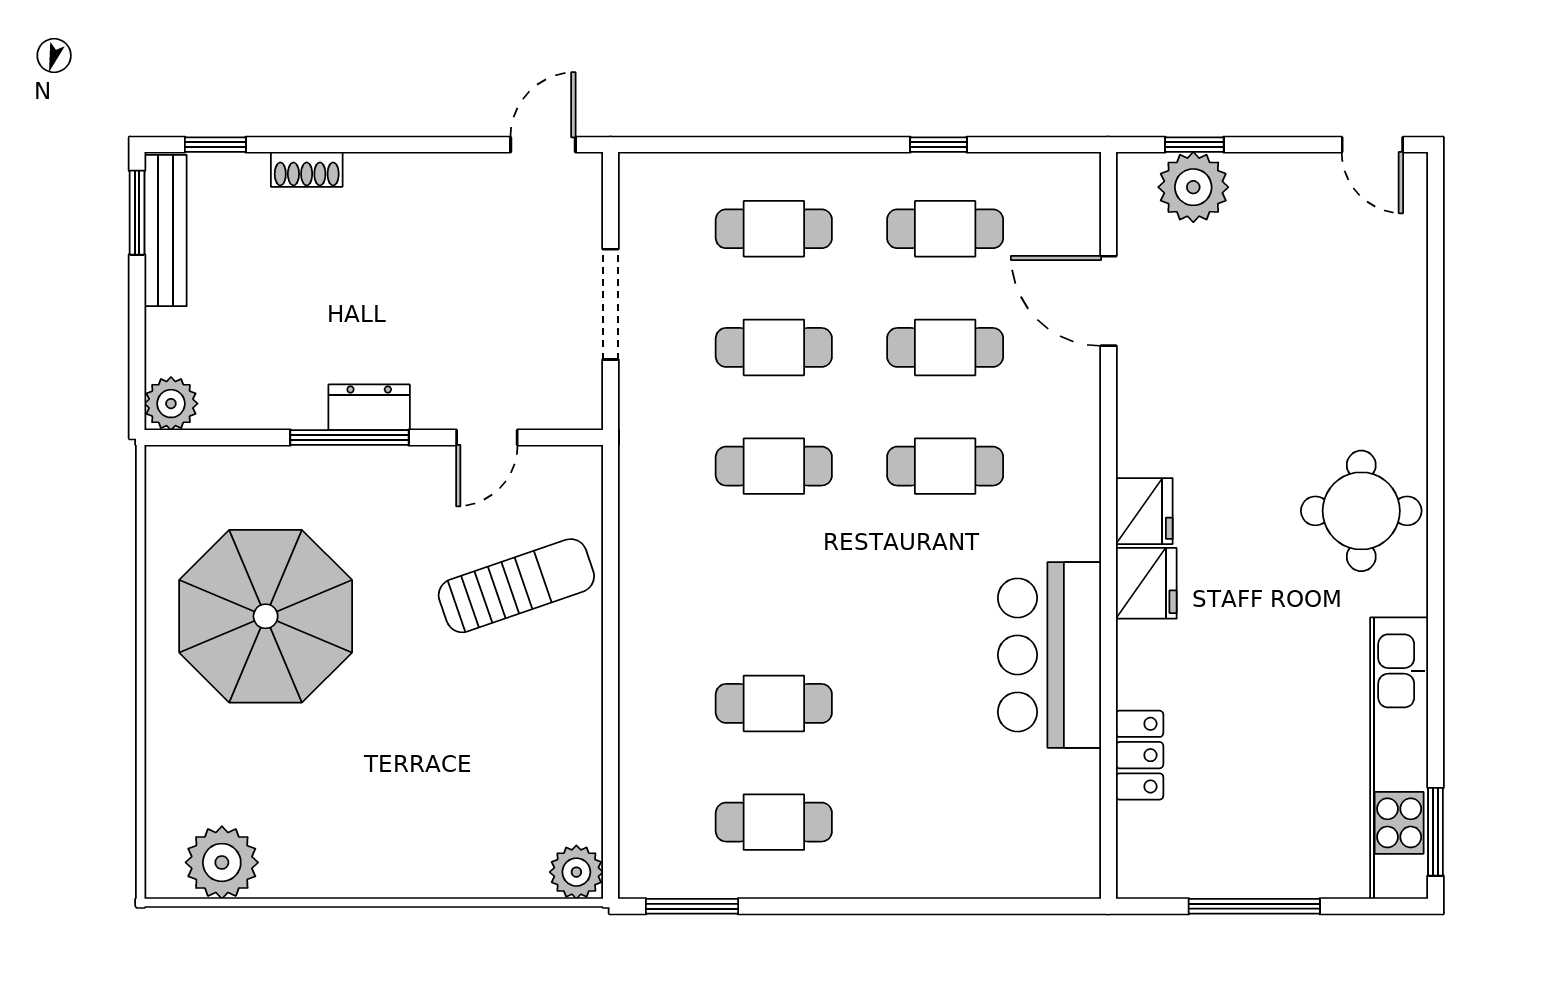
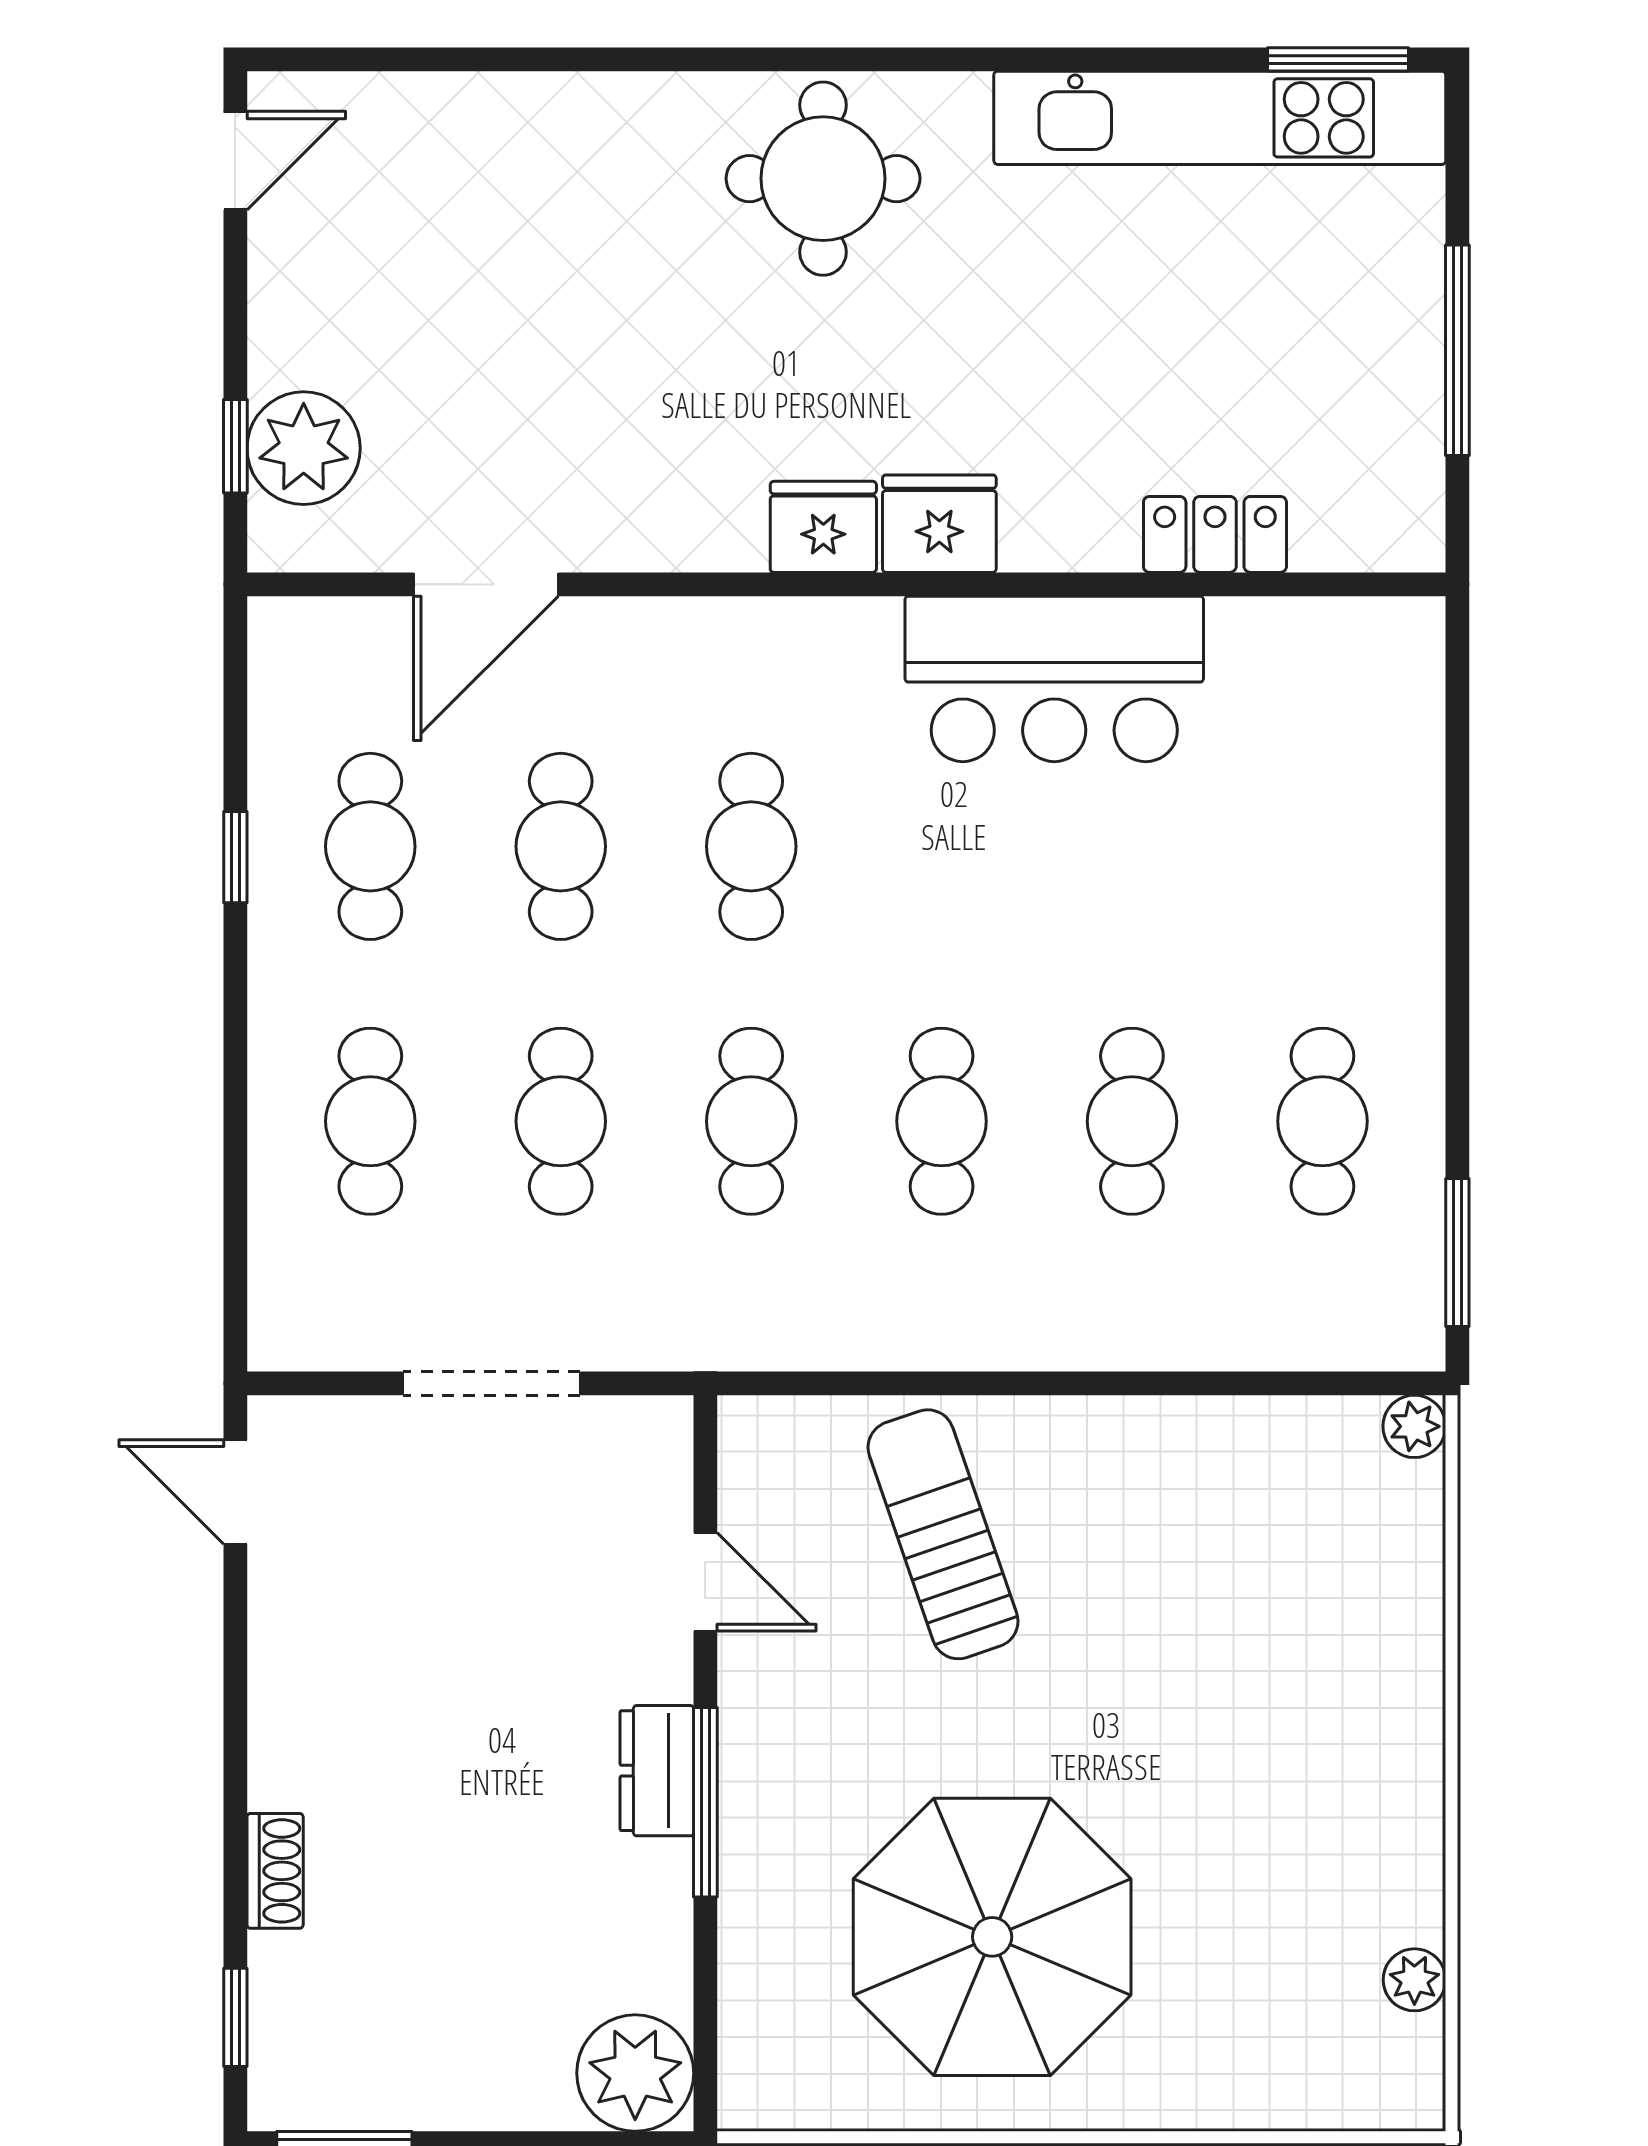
bench: (166, 230) -> (373, 2097), removed
plant: (171, 404) -> (635, 2073), width x1.36, depth x1.36
cafe table: (774, 585) -> (942, 1121), added
plant: (222, 862) -> (1414, 1980), width x0.53, depth x0.53
plant: (576, 872) -> (1414, 1426), width x0.73, depth x0.73

